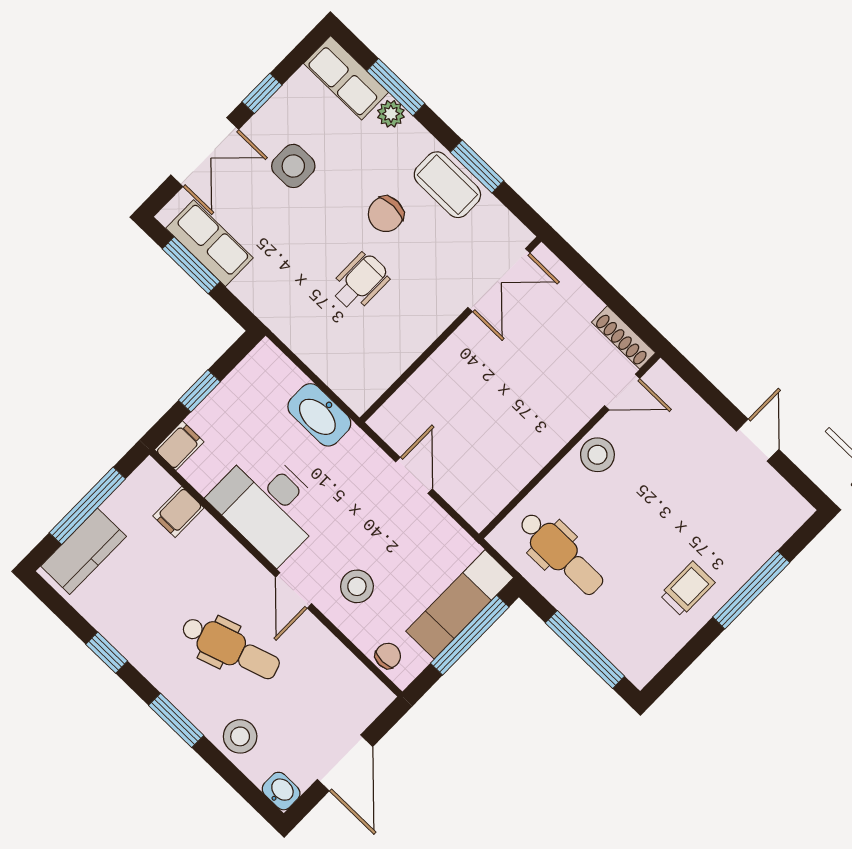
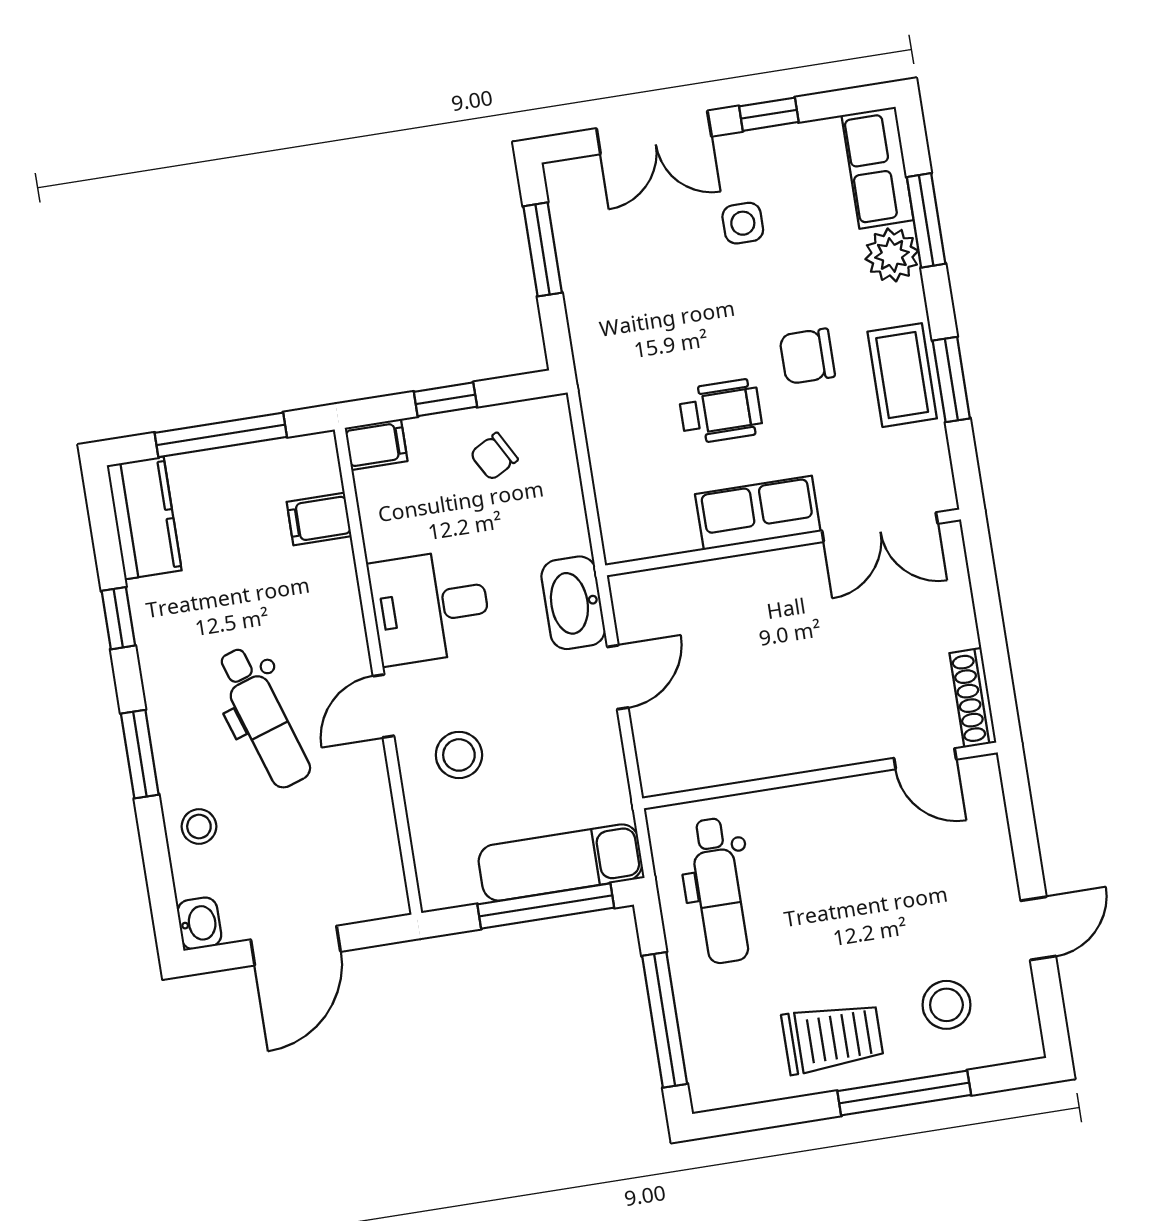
plant: (391, 114) -> (892, 255), width x1.38, depth x1.38
side table: (293, 166) -> (743, 223), width x0.73, depth x0.73
row of seats: (209, 243) -> (758, 513), moved, turned -90
washbasin: (319, 415) -> (573, 603), moved
stool: (597, 455) -> (946, 1005), moved
desk: (268, 505) -> (430, 607), width x0.73
kitchen counter: (84, 551) -> (144, 518), moved, turned -90
trolley: (687, 589) -> (833, 1038), width x1.36, depth x1.39
chair: (388, 656) -> (494, 457), moved, turned 151
stool: (240, 736) -> (199, 826), width x0.73, depth x0.73

